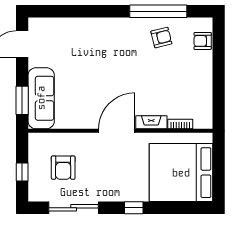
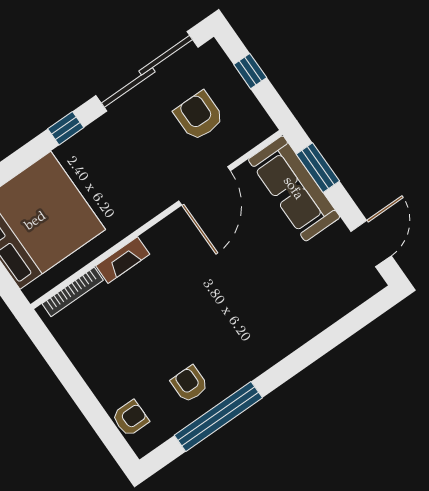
armchair: (161, 37) -> (189, 384), turned 104
bookcase: (180, 124) -> (73, 292), width x1.56
door: (117, 131) -> (205, 186), moved
sliding door: (74, 208) -> (147, 71), width x1.36

